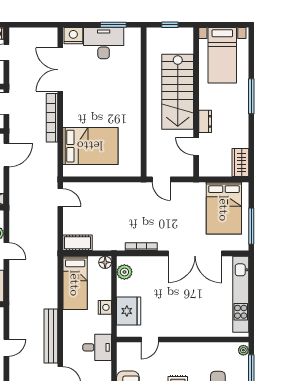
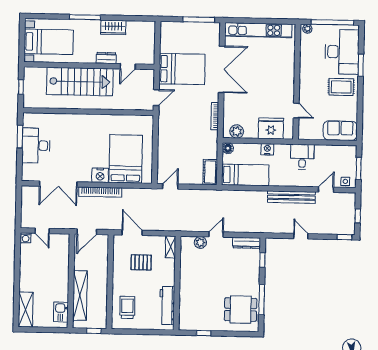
nightstand: (73, 36) -> (100, 175), moved, turned -90
wardrobe: (240, 163) -> (113, 27), moved
bed: (224, 208) -> (182, 69), moved

